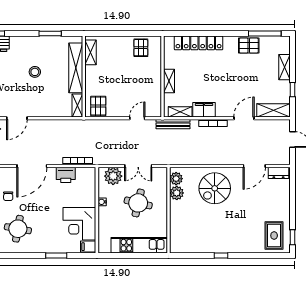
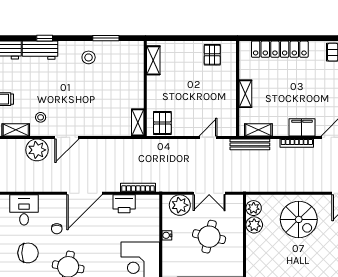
shelving: (76, 68) -> (136, 78), removed
stool: (35, 72) -> (89, 57), moved
filing cabinet: (204, 110) -> (302, 127), moved
spiral stairs: (215, 188) -> (299, 219), turned -90

